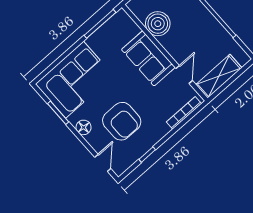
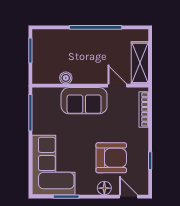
boiler: (158, 24) -> (66, 78), width x0.54, depth x0.54
floor lamp: (84, 127) -> (104, 188), moved

